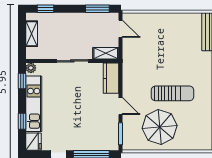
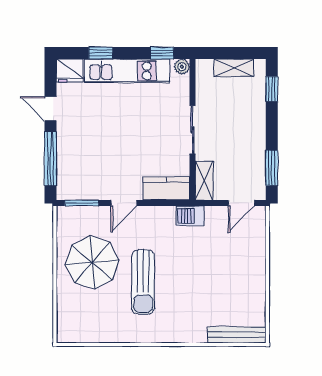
barbecue: (129, 63) -> (190, 216), added

